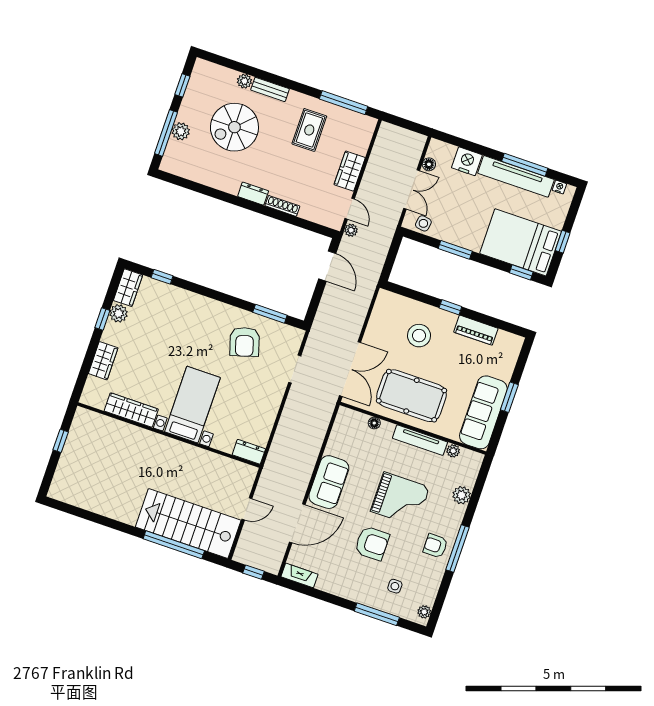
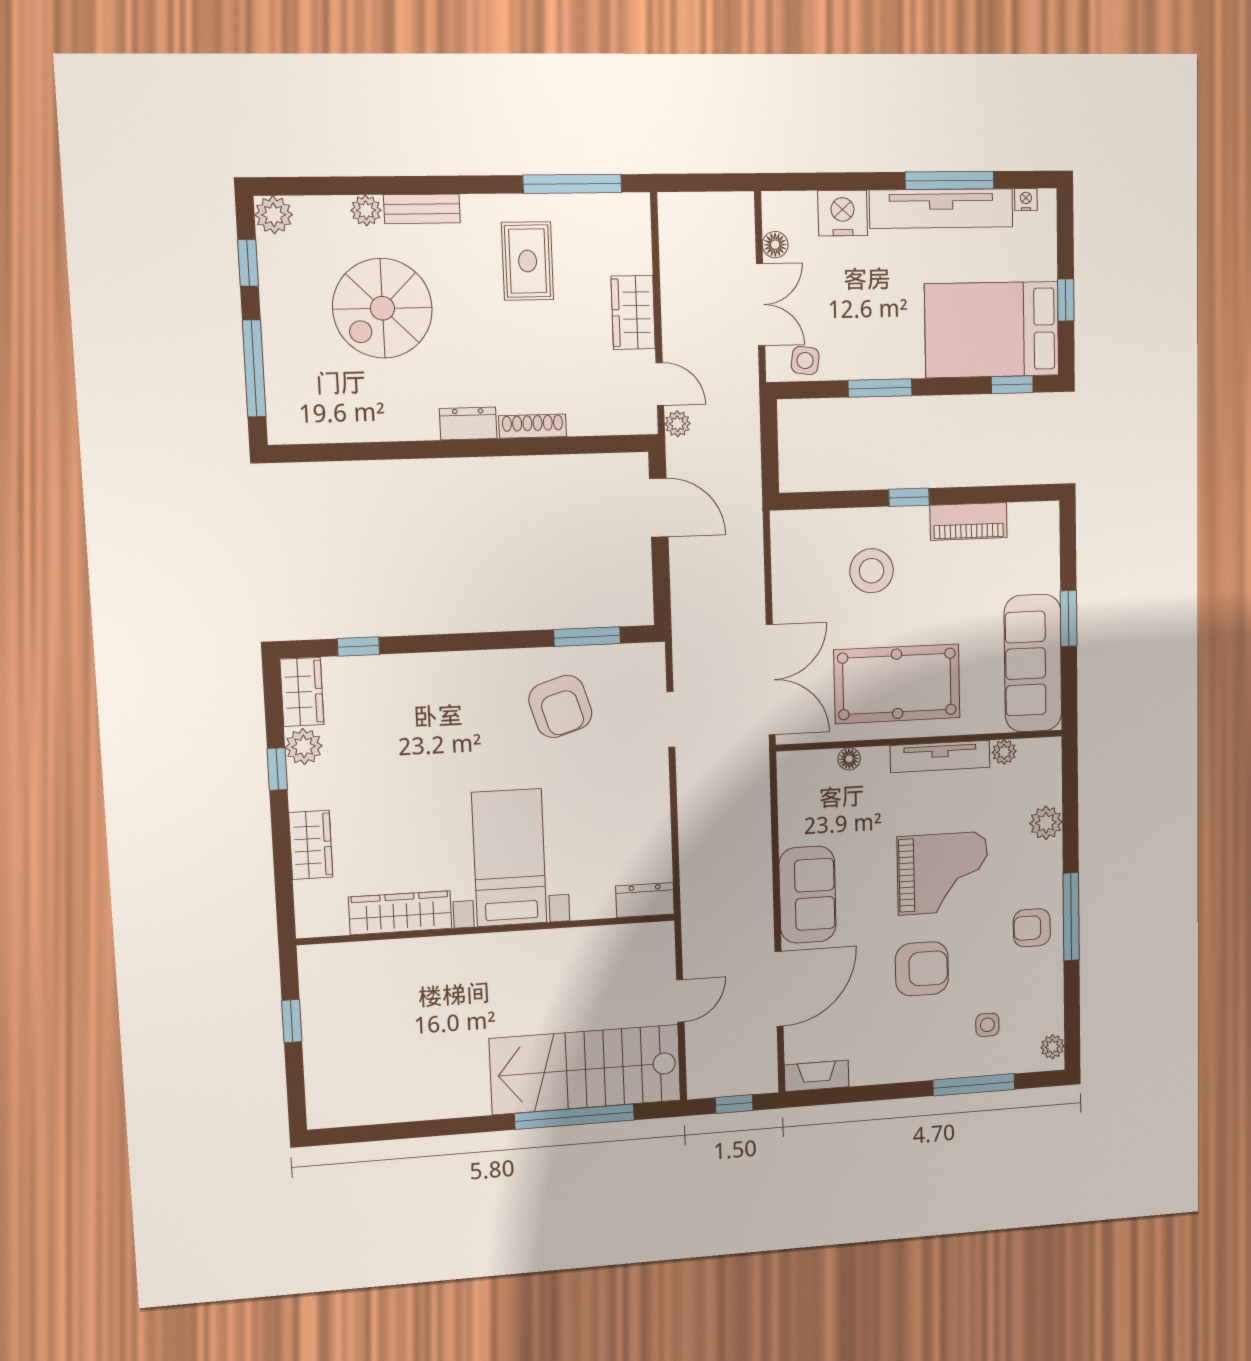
plant: (181, 131) -> (274, 215), moved

